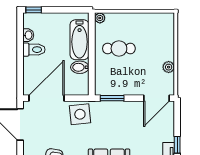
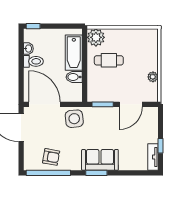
plant: (100, 18) -> (96, 37), width x1.87, depth x1.87
door: (47, 98) -> (45, 104), hinge flipped
door: (156, 98) -> (131, 104), moved

